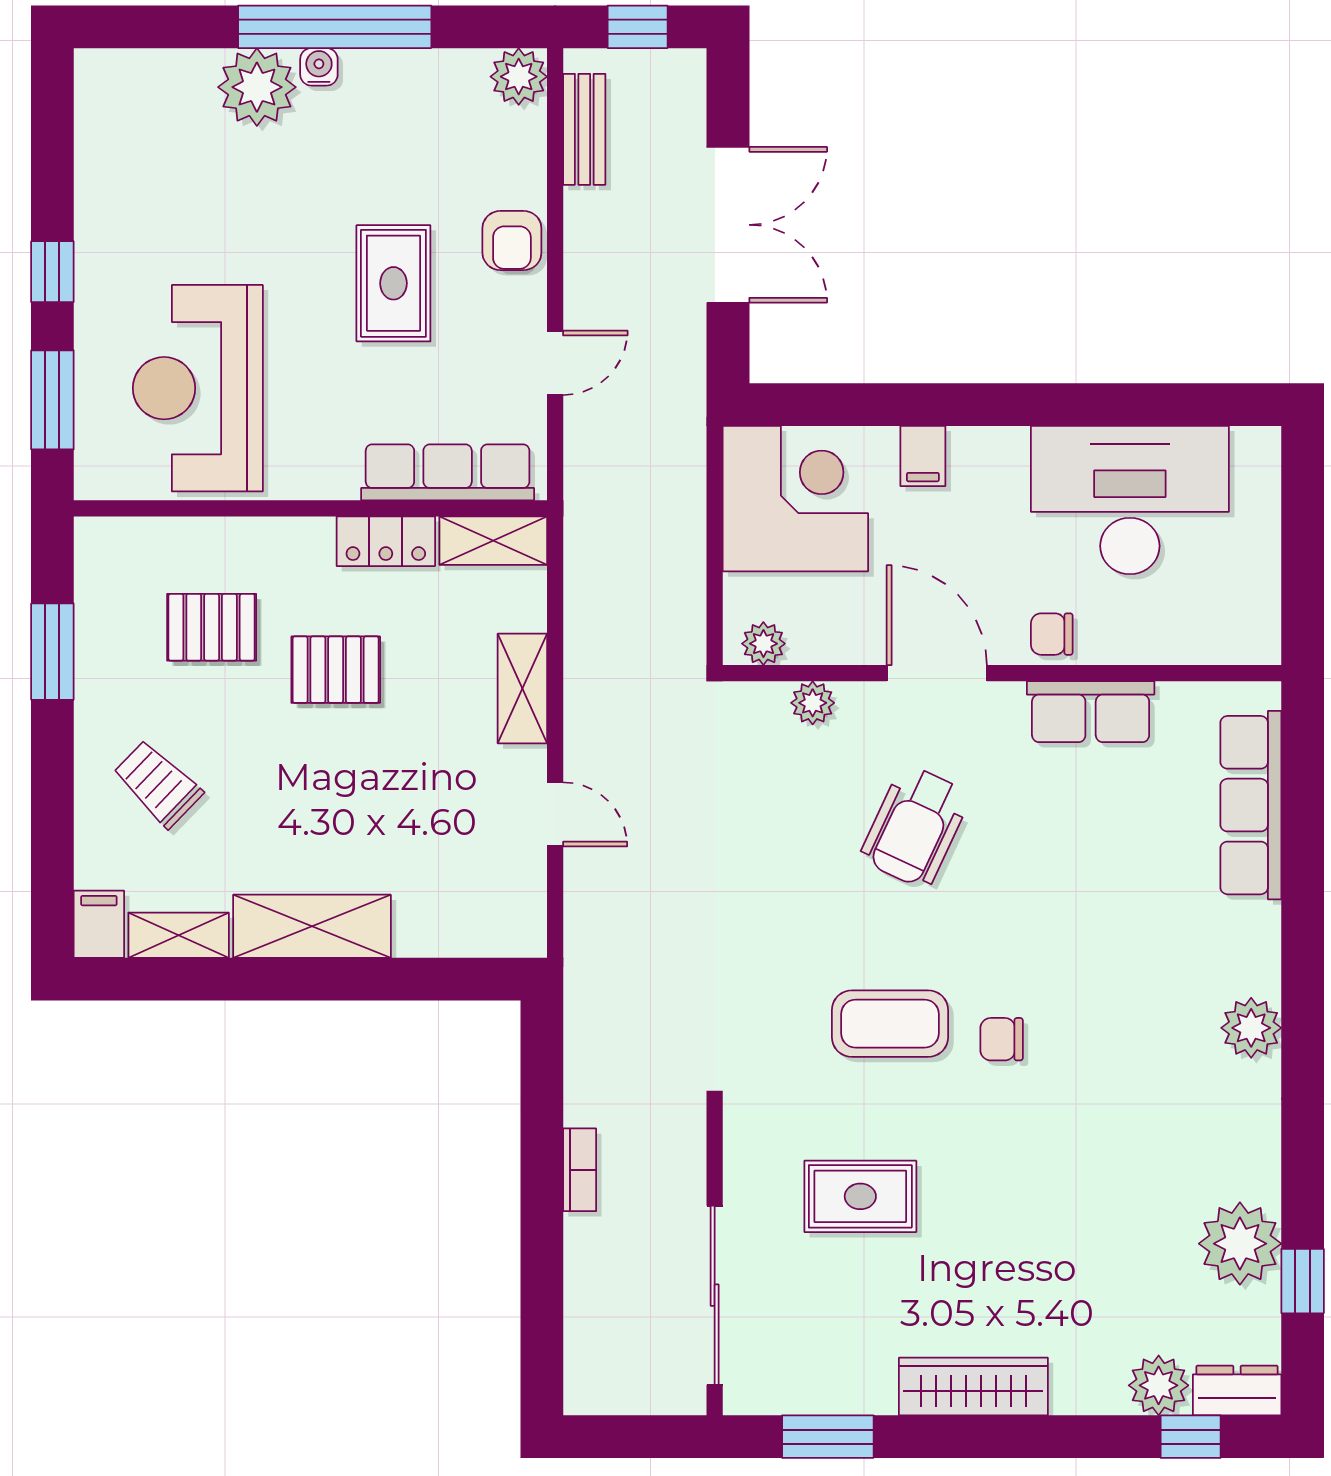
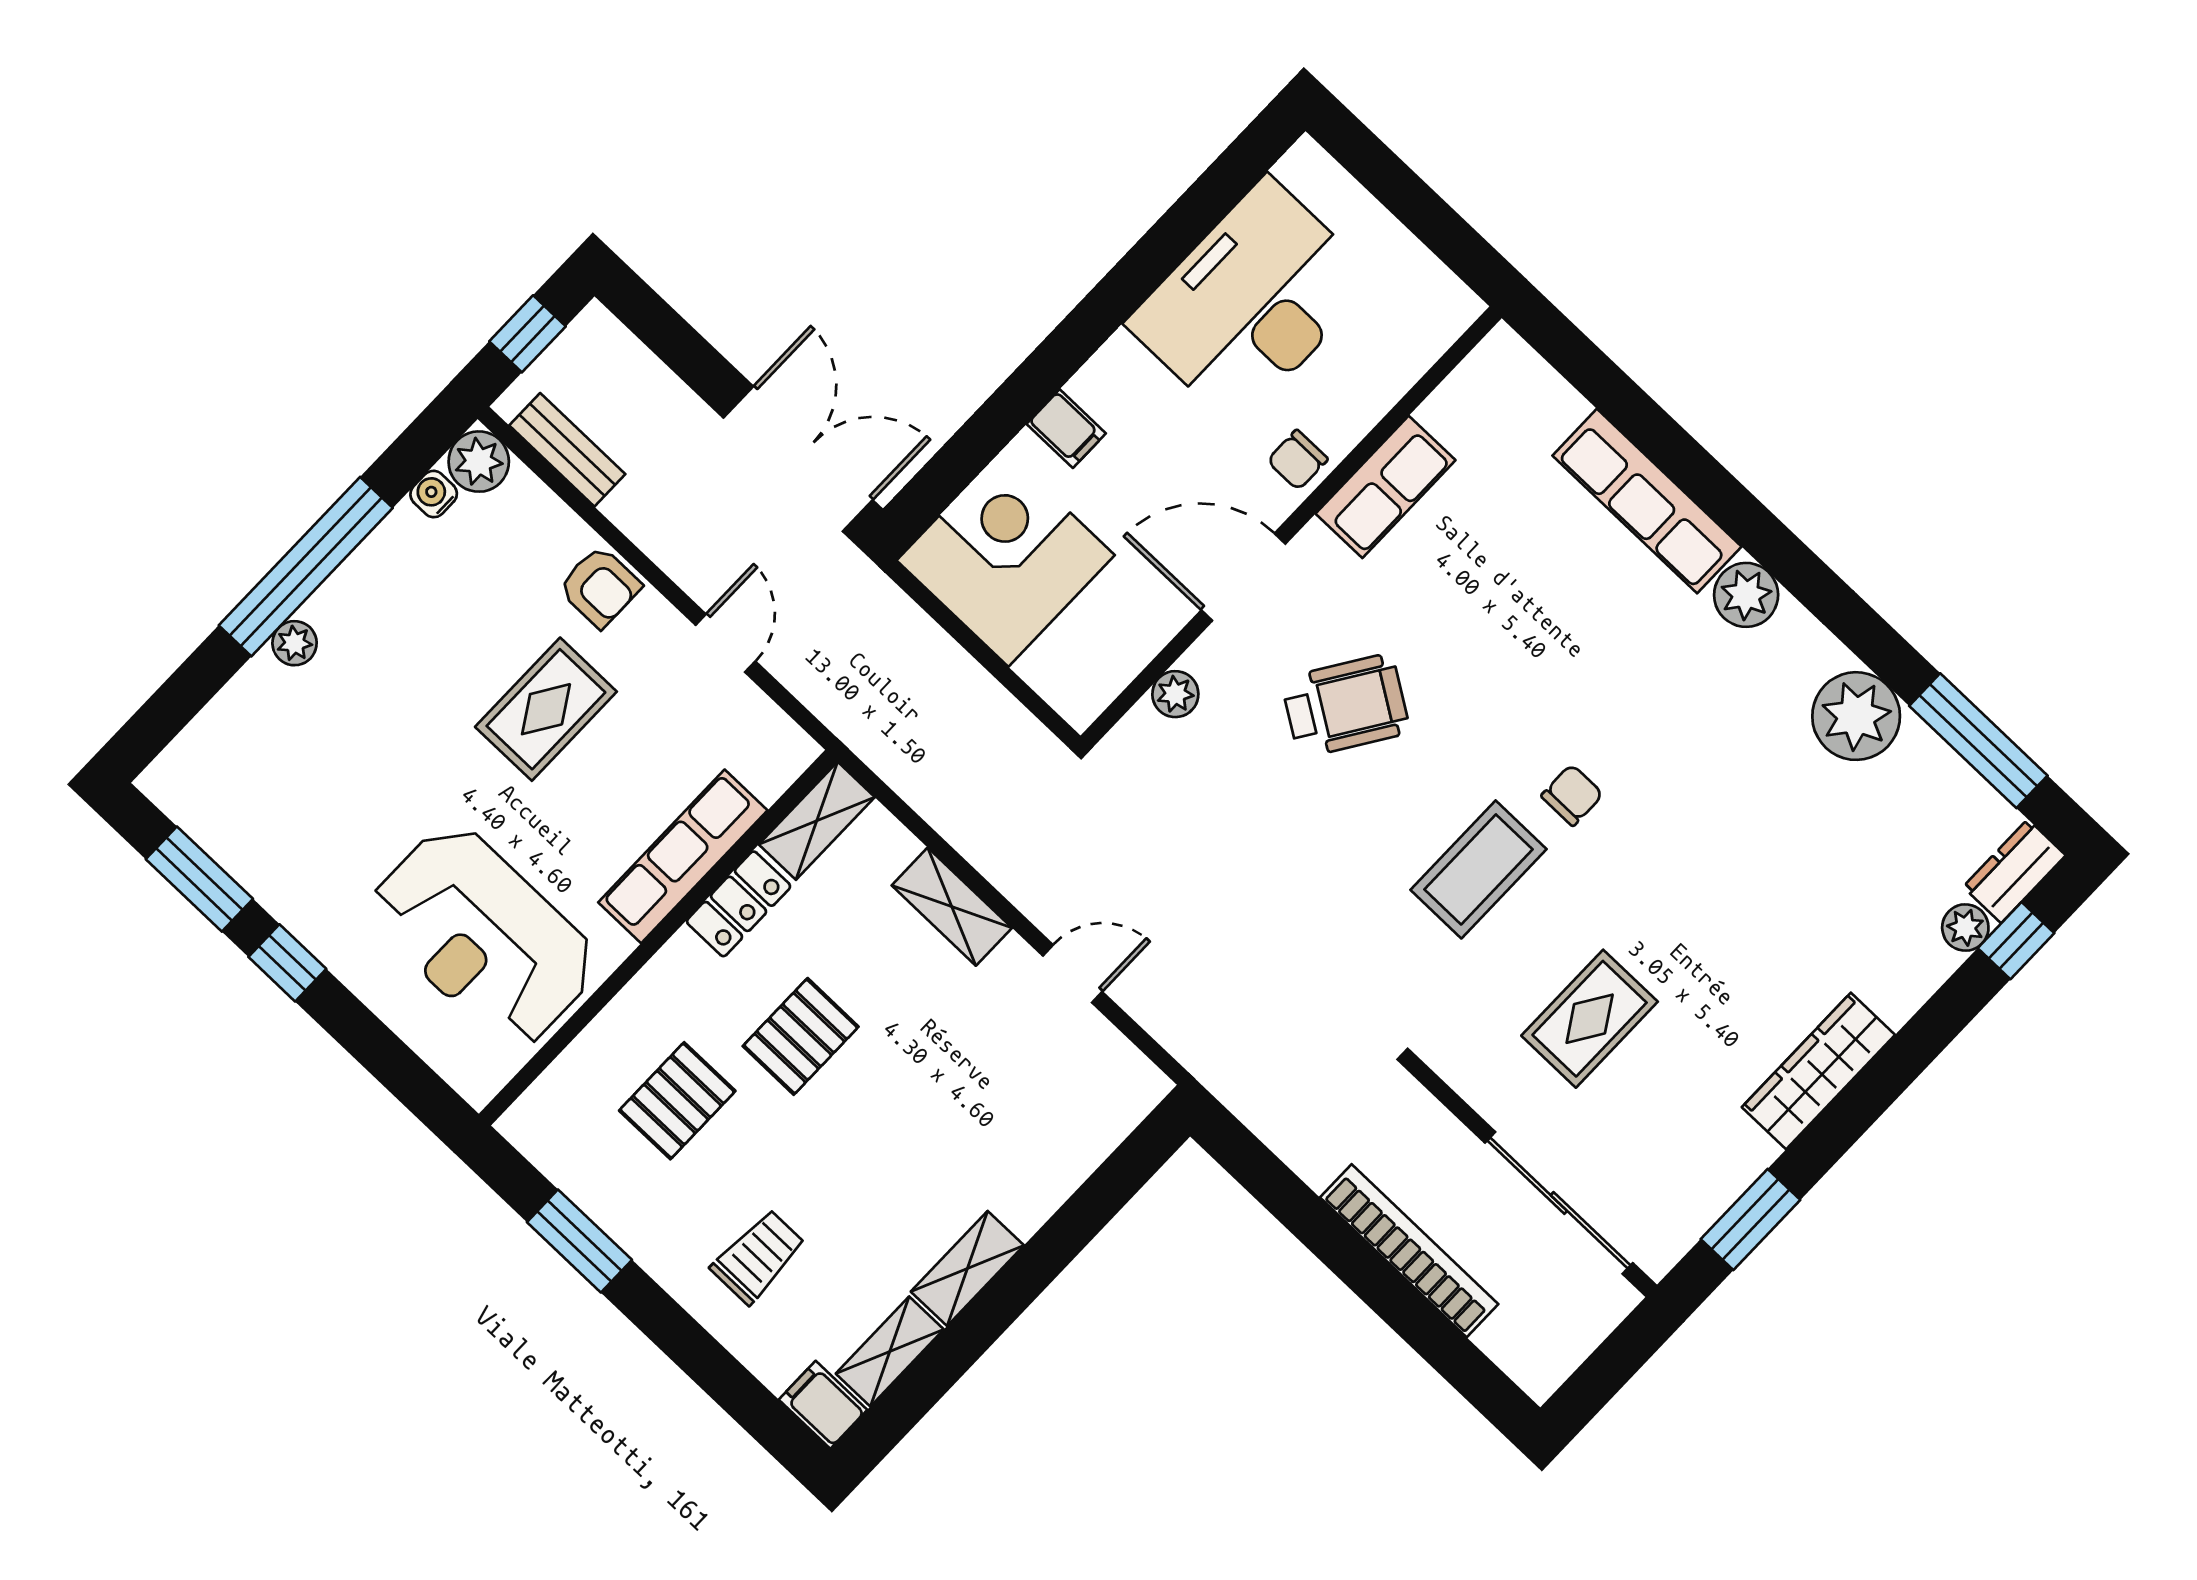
water cooler: (319, 67) -> (434, 494), moved
plant: (257, 87) -> (295, 643), width x0.53, depth x0.53
double door: (728, 225) -> (798, 459), moved
rug: (393, 283) -> (546, 709), turned 90
window: (52, 400) -> (199, 879), moved
row of seats: (448, 472) -> (683, 856), moved
plant: (763, 644) -> (1094, 688), removed
trolley: (158, 784) -> (758, 1257), turned 136
row of seats: (1251, 805) -> (1647, 501), moved
wheelchair: (915, 826) -> (1345, 706), turned -82
shelving: (312, 926) -> (967, 1268), width x0.67, depth x0.75
chair: (1002, 1039) -> (1572, 795), turned 180
bookcase: (580, 1170) -> (1409, 1251), width x2.31, depth x1.31
plant: (1240, 1244) -> (1856, 716), moved
window: (1303, 1281) -> (1978, 741), width x2.17
plant: (1159, 1385) -> (1965, 928), width x0.73, depth x0.73

